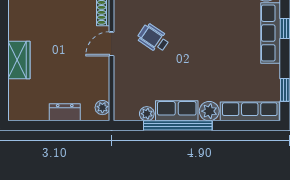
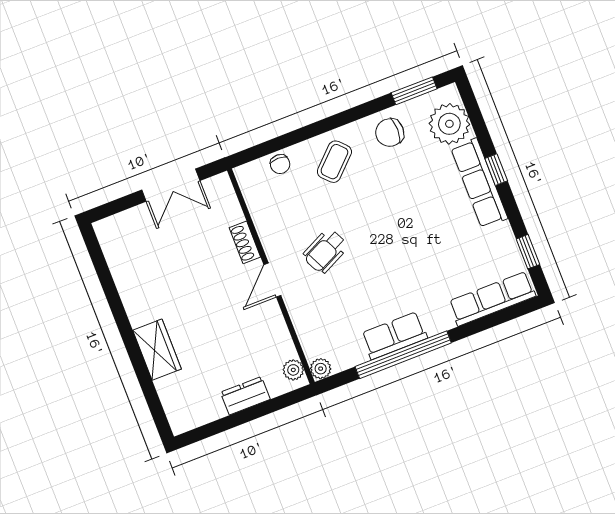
wheelchair: (153, 38) -> (325, 251), turned -60
plant: (209, 111) -> (438, 319), removed
plant: (147, 114) -> (321, 369), moved

